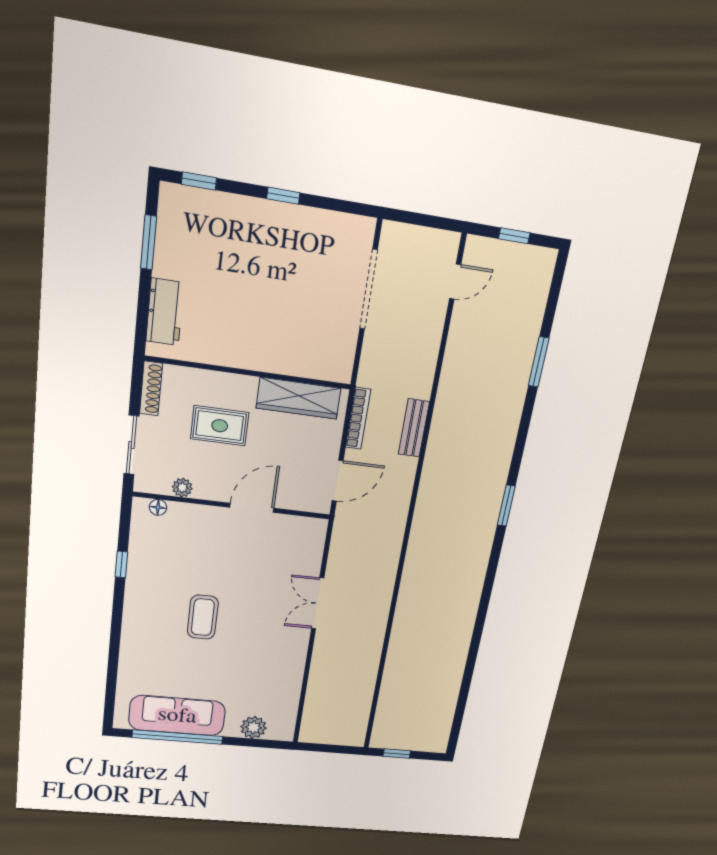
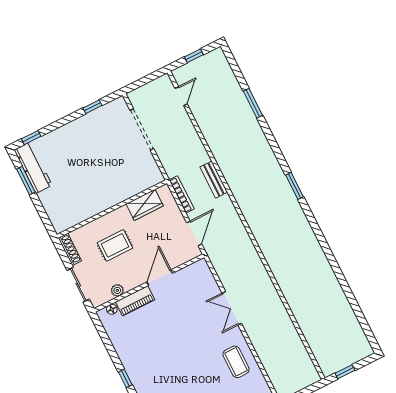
window: (283, 196) -> (93, 107), moved
workbench: (165, 312) -> (33, 168), moved, width x1.38
wardrobe: (299, 398) -> (145, 205), width x0.67
piano: (198, 516) -> (135, 301), added
window: (121, 564) -> (125, 378), moved
coffee table: (203, 617) -> (236, 362), moved

